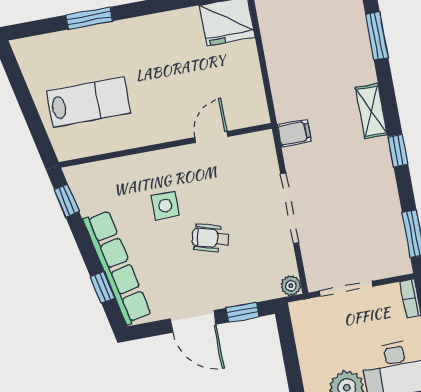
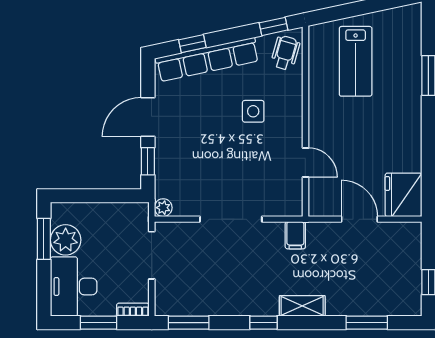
door: (263, 65) -> (359, 219), added
wheelchair: (210, 238) -> (285, 53), moved

